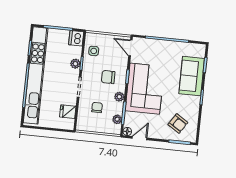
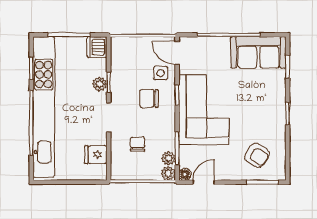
side table: (94, 51) -> (161, 73), moved
sofa: (192, 76) -> (258, 52), moved, turned -90
plant: (119, 97) -> (168, 173), moved

